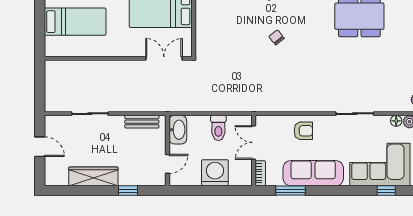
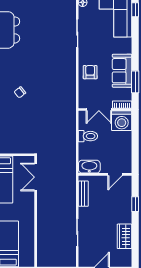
door: (168, 164) -> (115, 174), swing flipped
washing machine: (215, 173) -> (122, 121), moved, turned -90
sofa: (313, 173) -> (122, 71), width x0.73
wardrobe: (93, 176) -> (124, 236), width x0.67

